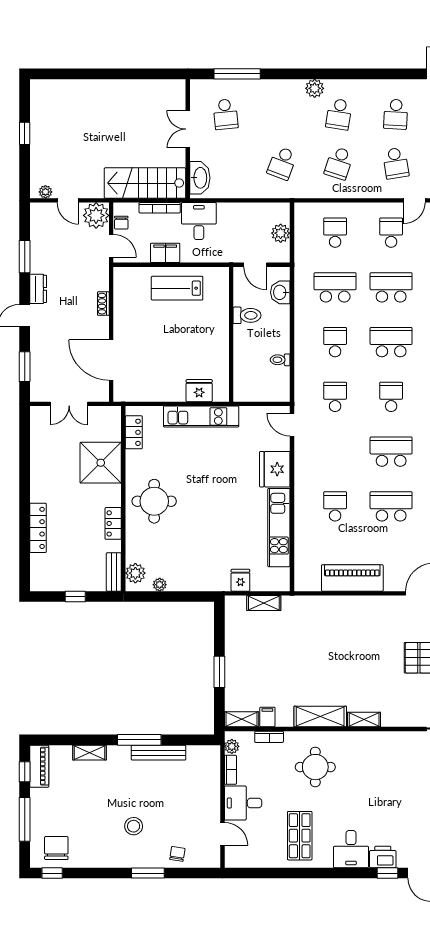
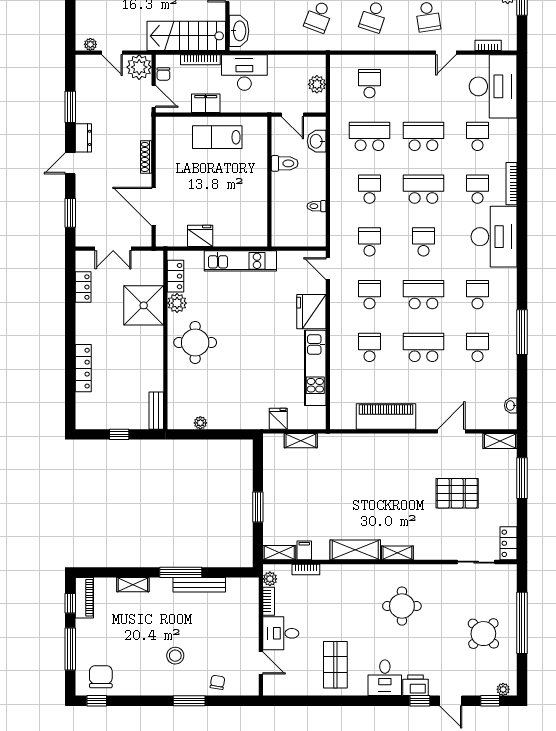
desk: (199, 221) -> (244, 73), width x1.37
school desk: (391, 233) -> (369, 295), moved
shoe rack: (103, 304) -> (146, 157), width x1.43
fridge: (199, 391) -> (200, 236), moved
locker: (113, 523) -> (83, 287), moved, turned 180
plant: (135, 573) -> (177, 303), moved
round table: (315, 767) -> (402, 606), moved

